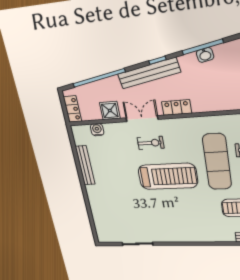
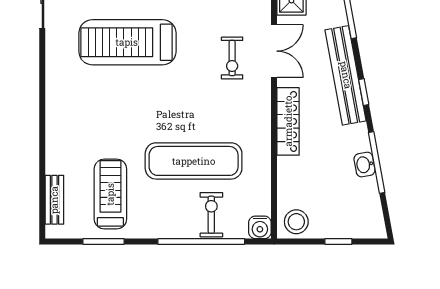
locker: (177, 107) -> (288, 121), width x1.53
treadmill: (168, 176) -> (127, 42), moved, turned 90

